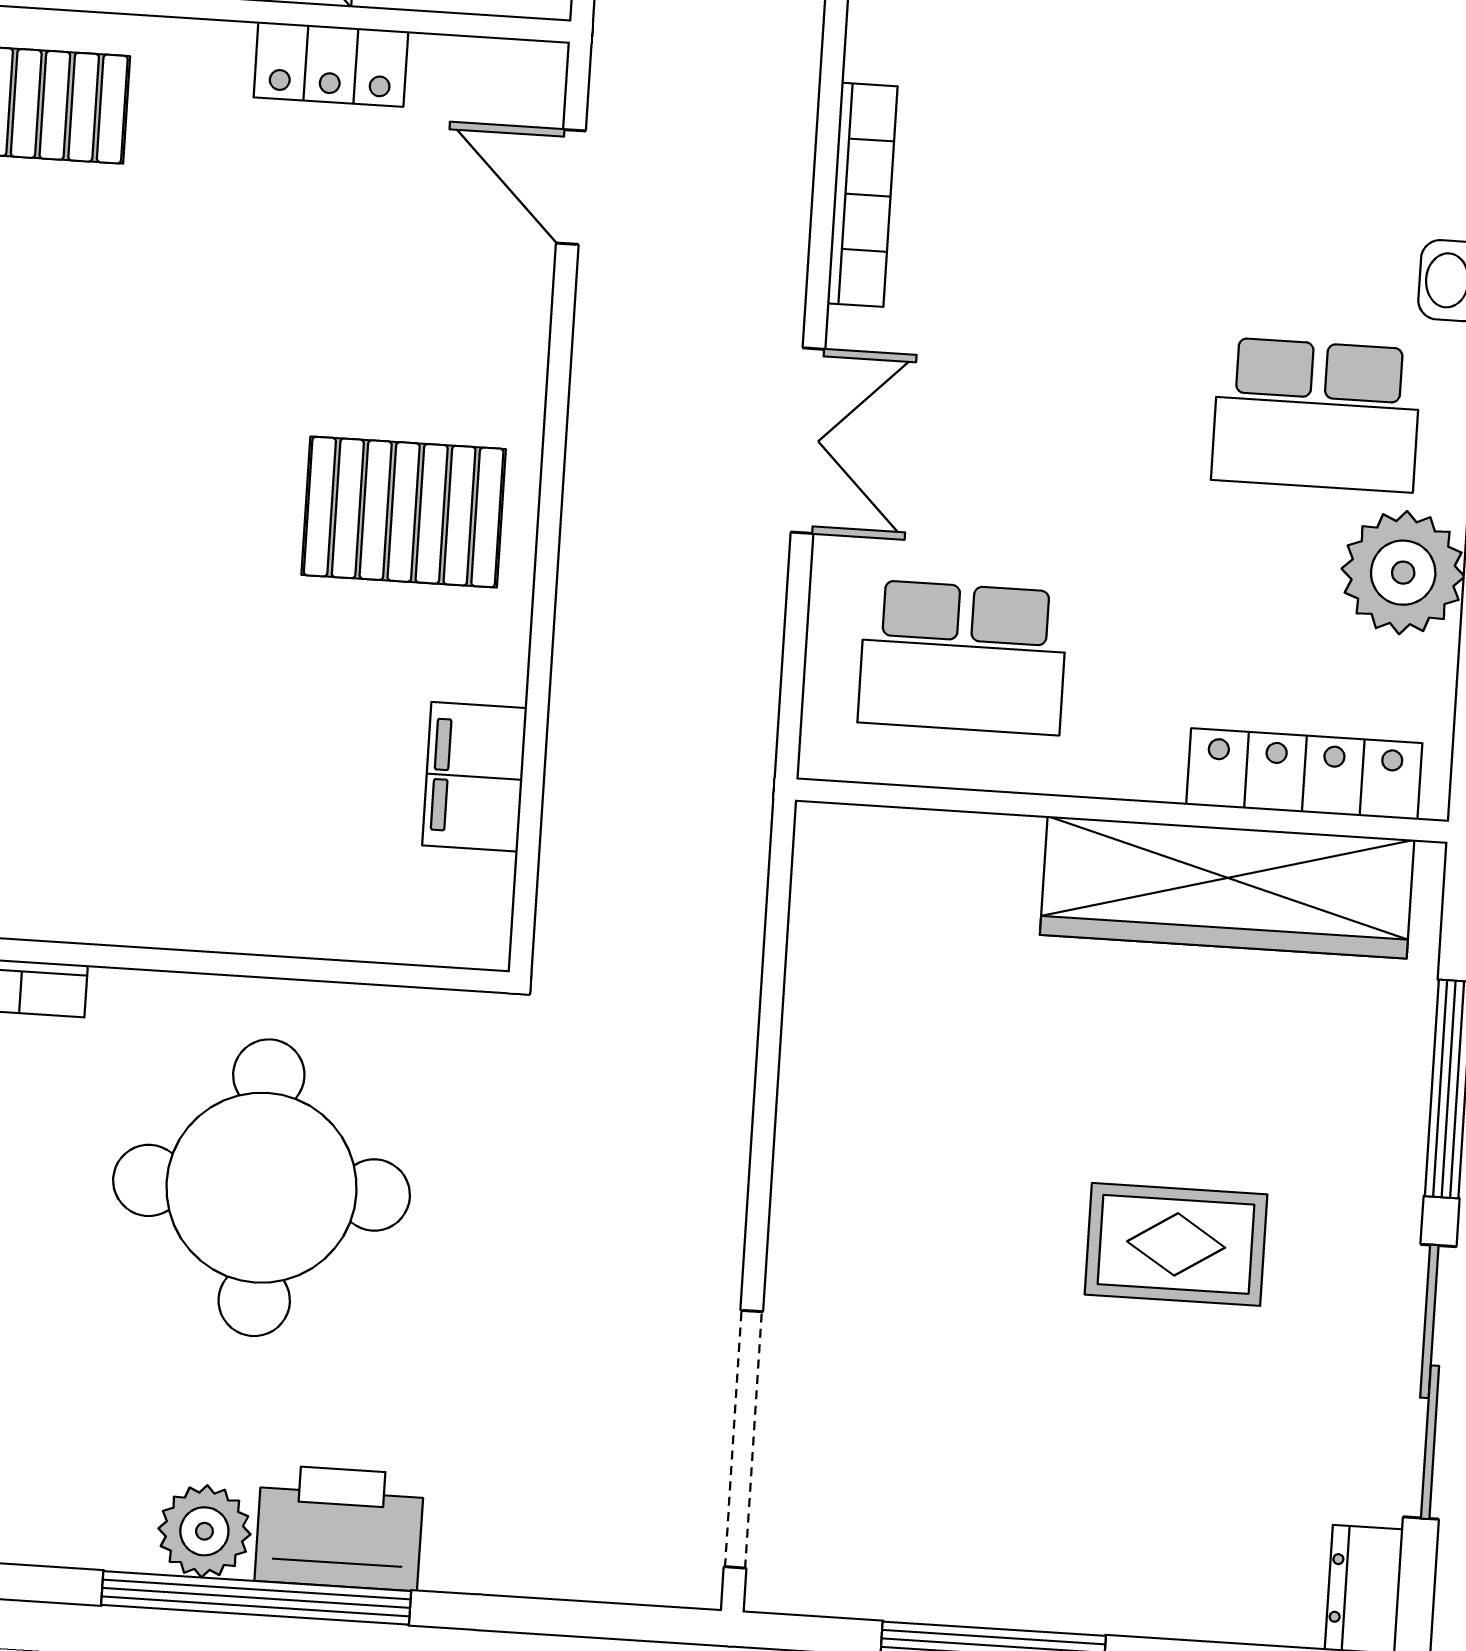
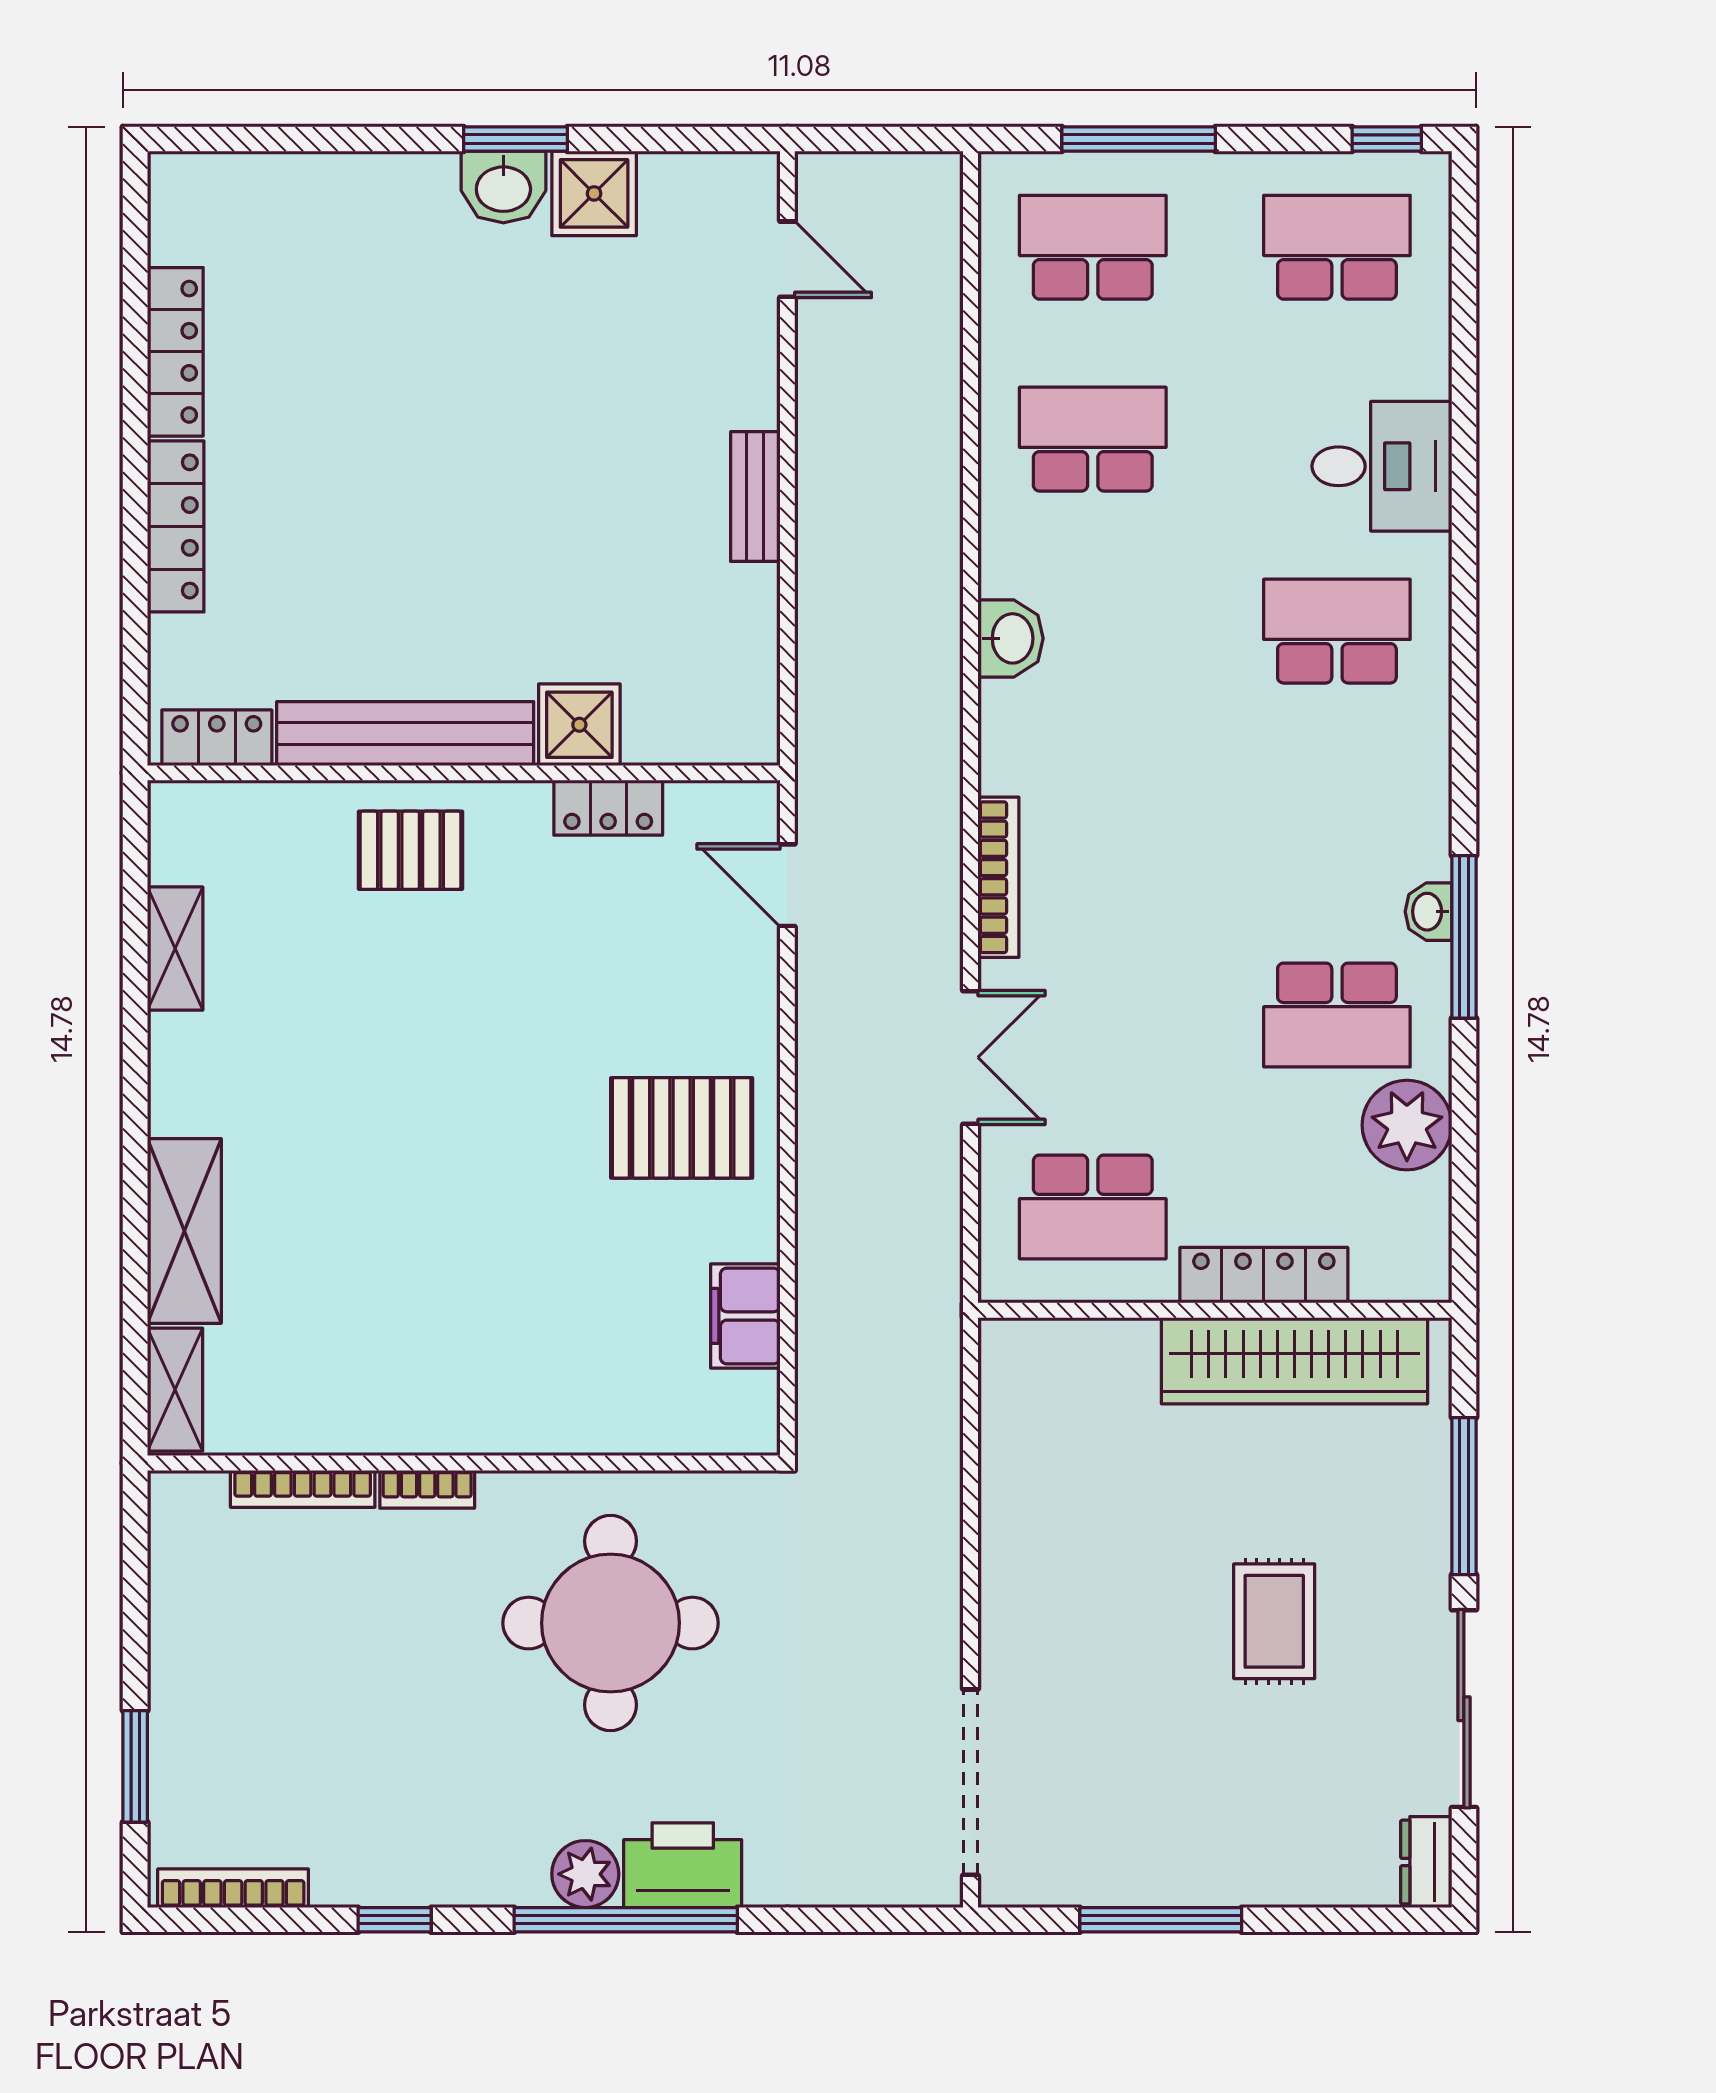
locker: (1304, 774) -> (1264, 1275), moved
rug: (1176, 1244) -> (1274, 1621), turned 90

